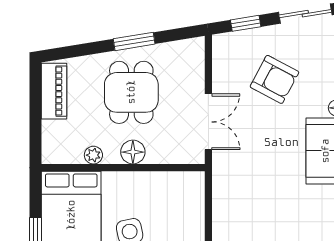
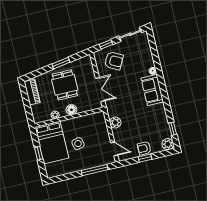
armchair: (274, 79) -> (114, 61), moved
plant: (225, 204) -> (115, 122), added

